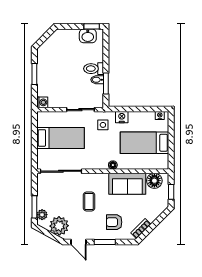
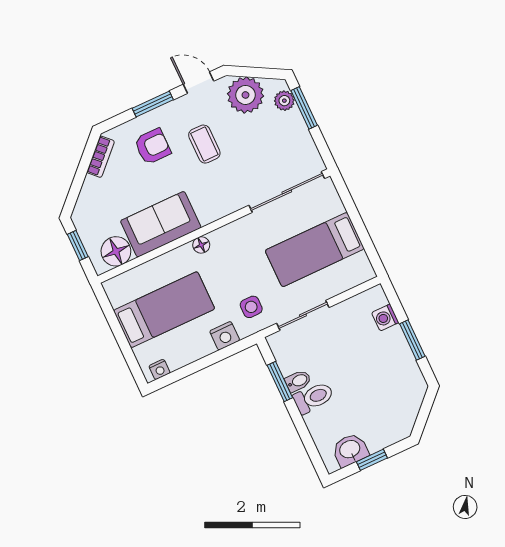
window: (92, 26) -> (372, 460), moved
washing machine: (42, 102) -> (385, 318), moved
coffee table: (89, 201) -> (204, 144), moved

